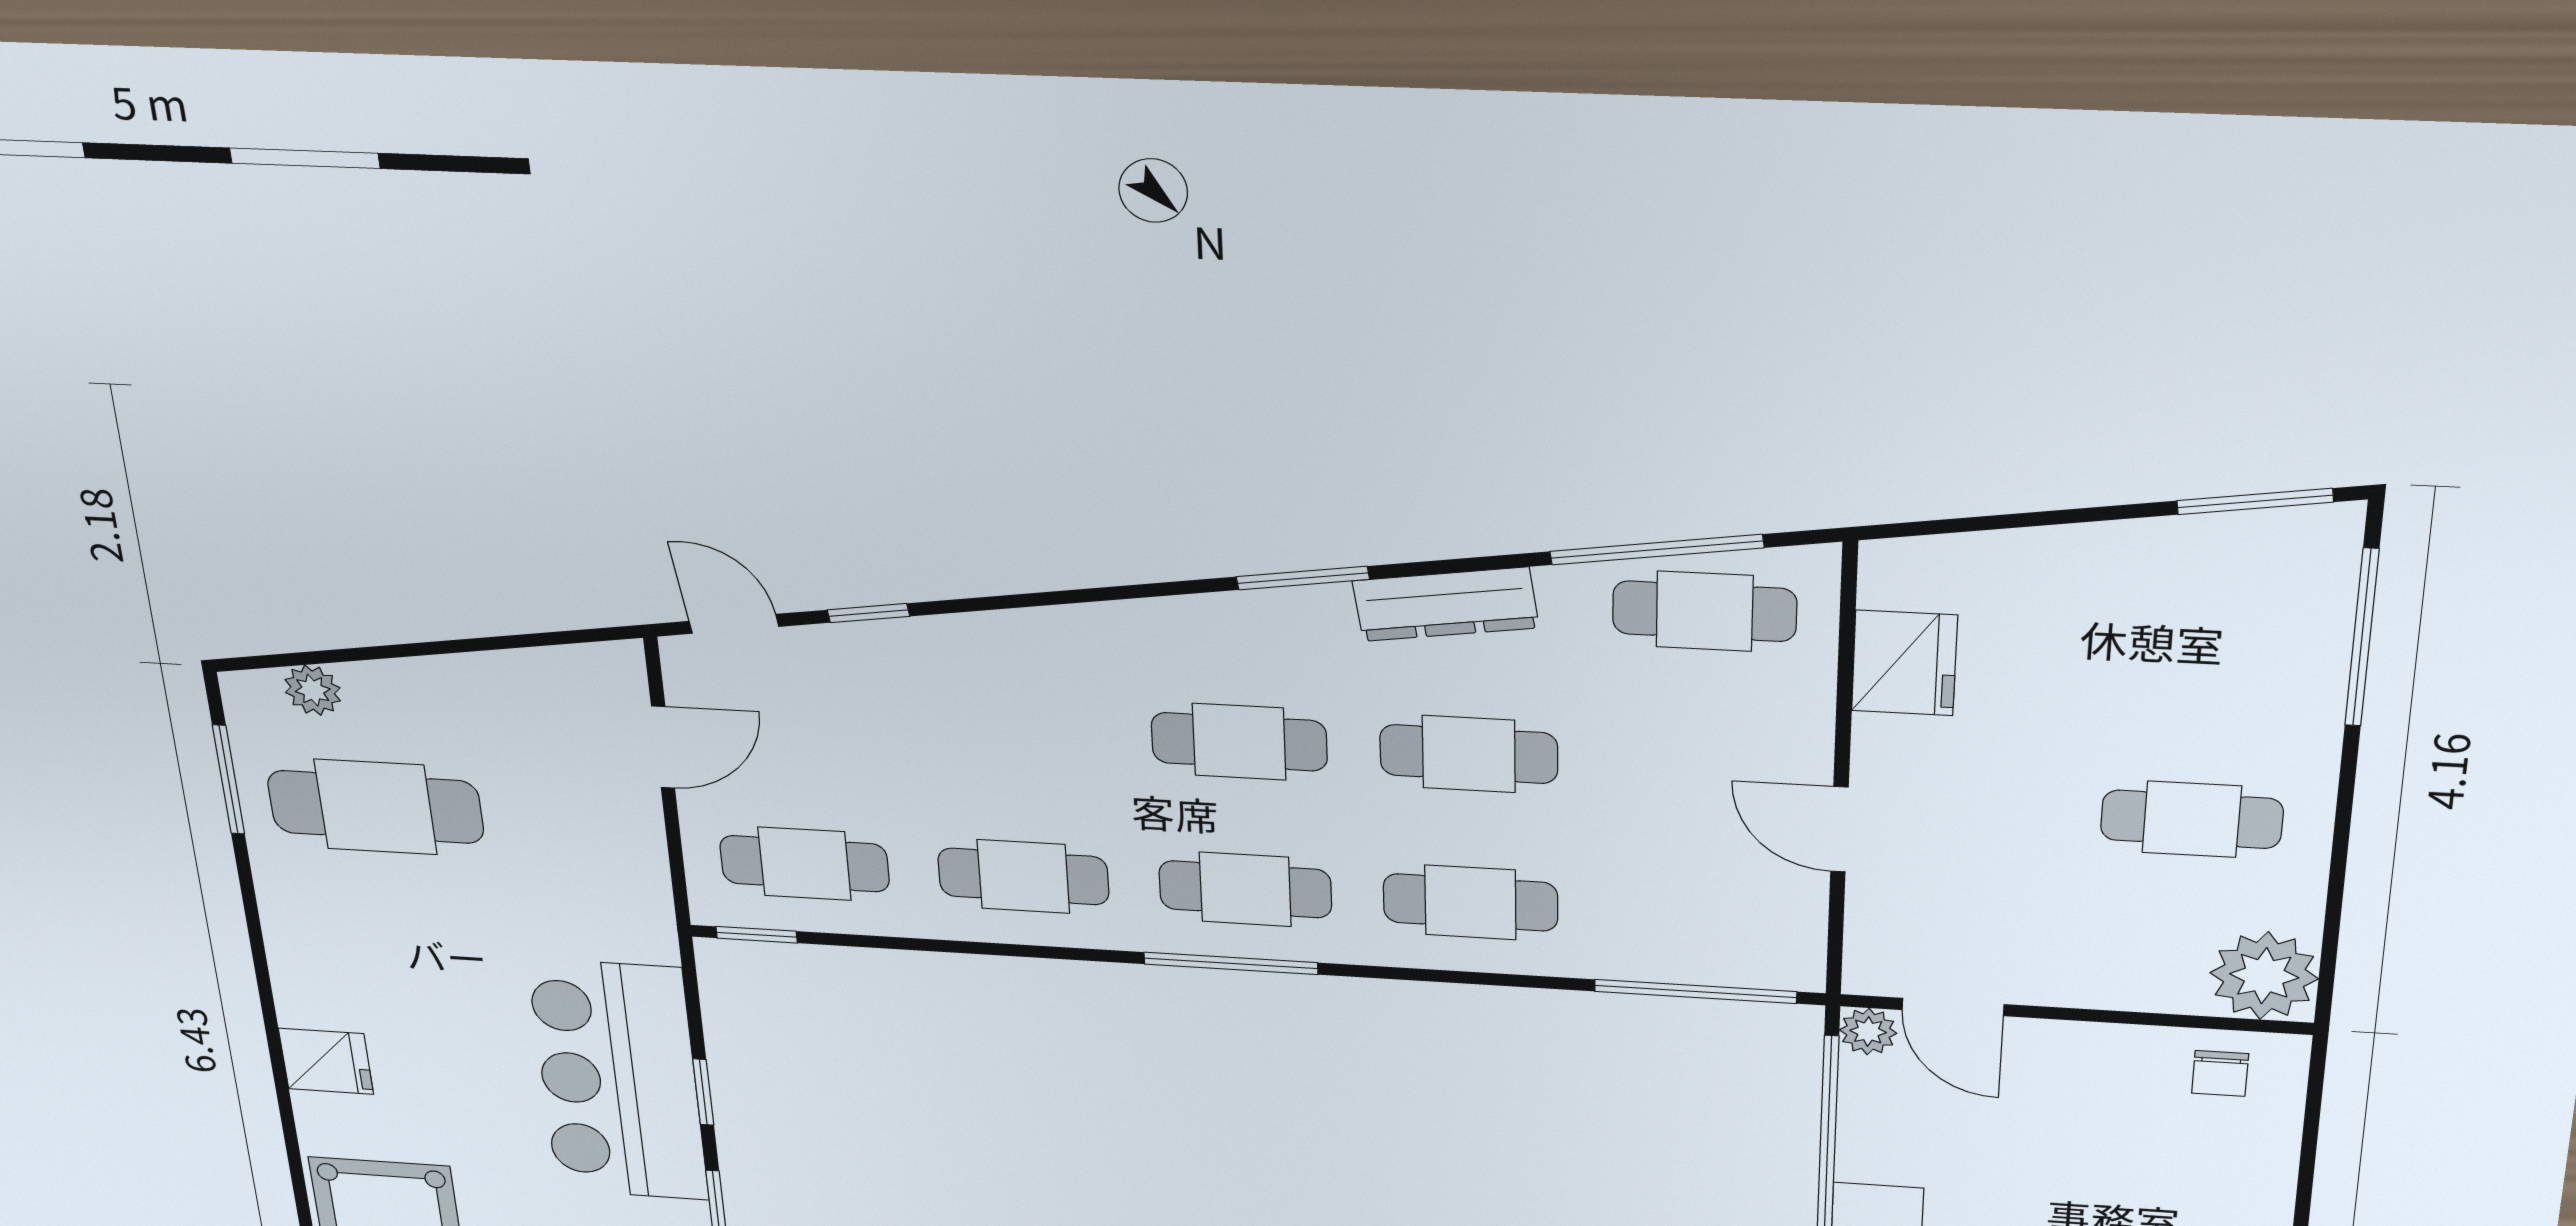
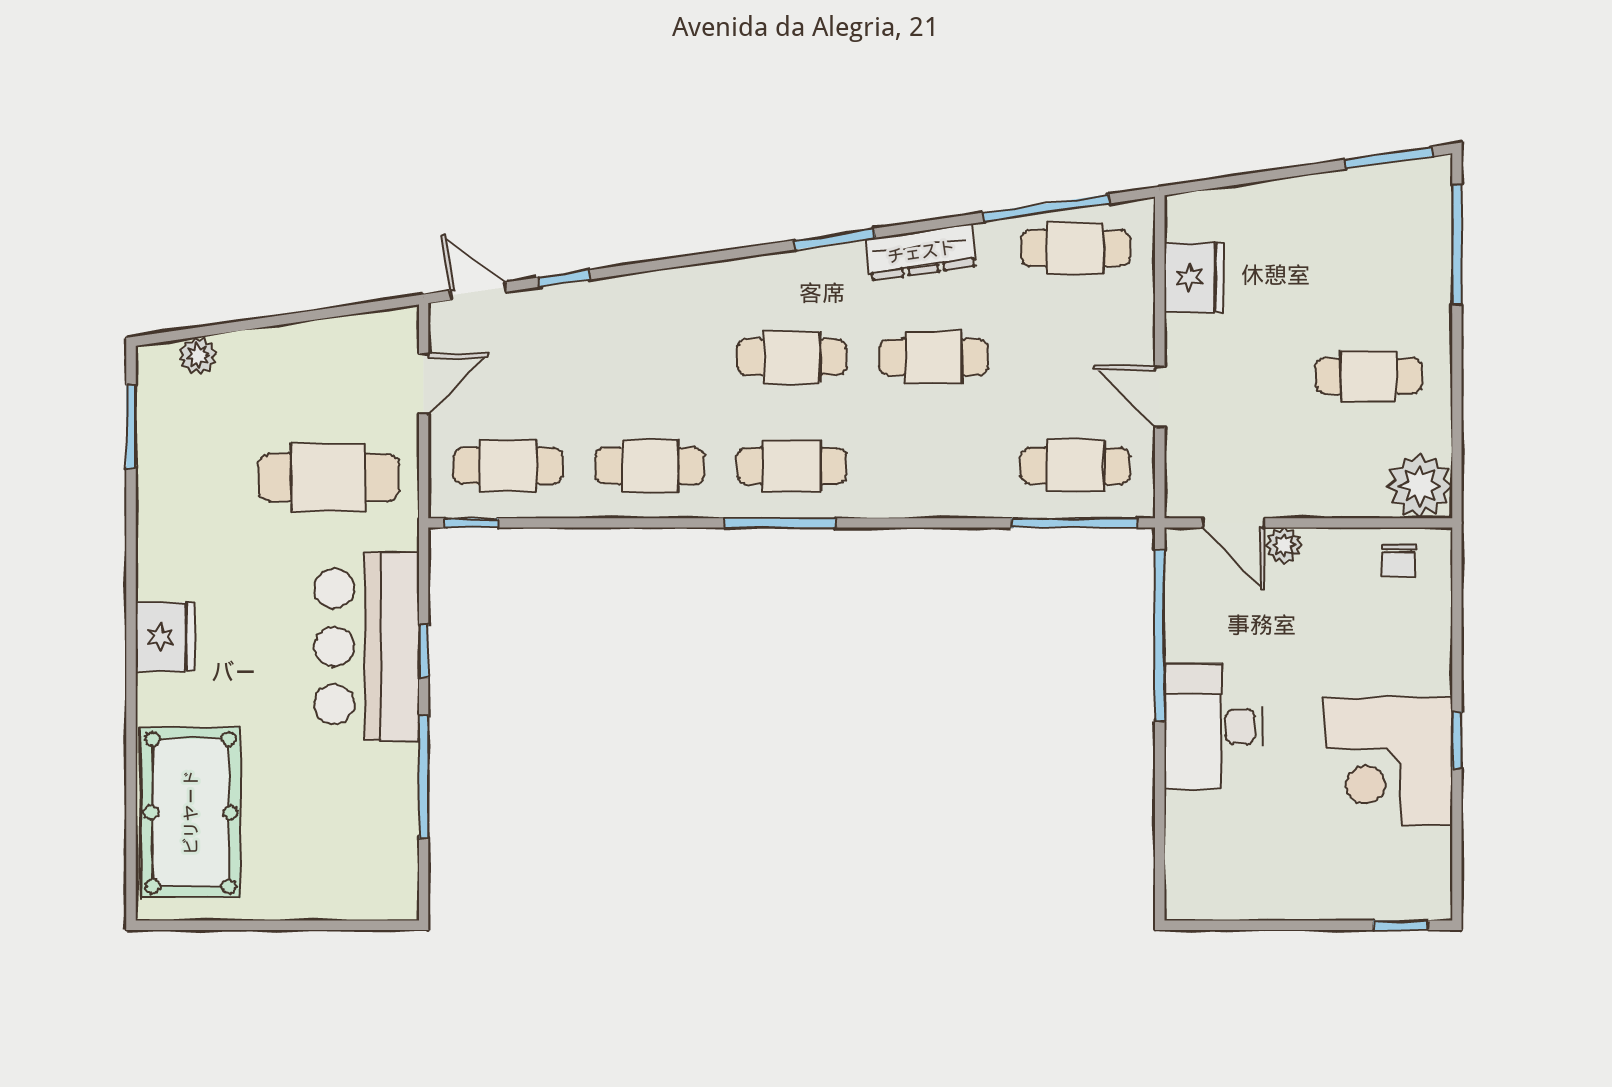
cafe table: (376, 807) -> (328, 478), moved
cafe table: (1470, 902) -> (1075, 466), moved
plant: (1868, 1032) -> (1284, 545), moved
fridge: (326, 1061) -> (165, 637), width x1.38

